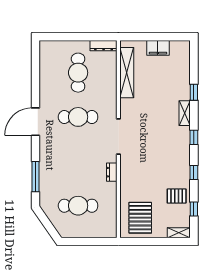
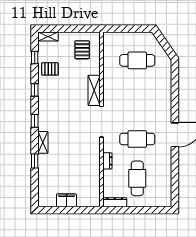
shelving: (127, 73) -> (94, 90), moved, width x0.68
dresser: (112, 172) -> (107, 161), moved
window: (36, 177) -> (175, 86), removed
pallet: (140, 218) -> (82, 50), width x0.67, depth x0.71

